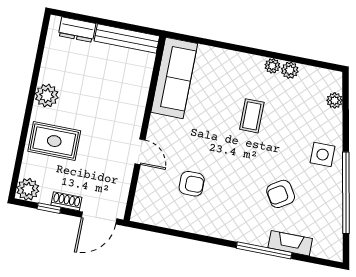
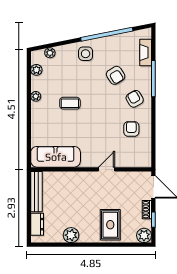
plant: (290, 70) -> (36, 70), moved
plant: (47, 96) -> (71, 235), moved
armchair: (192, 184) -> (131, 129), moved
armchair: (239, 216) -> (135, 99), added
fireplace: (290, 243) -> (146, 53), moved

